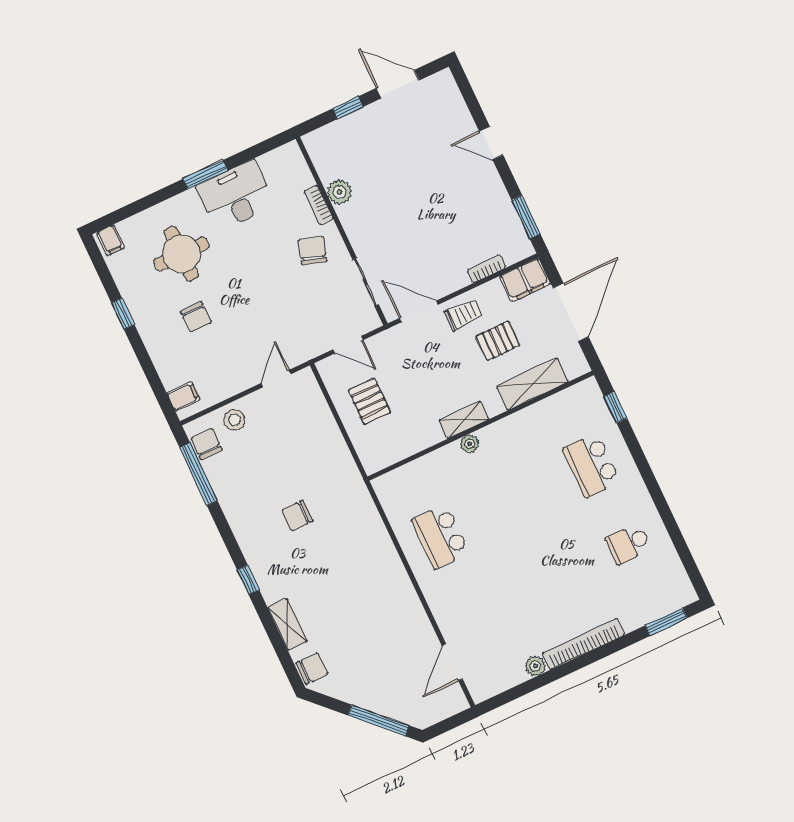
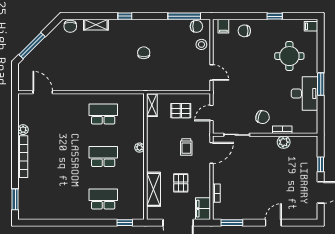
trolley: (463, 315) -> (186, 147), moved
chair: (196, 317) -> (244, 31), moved
shelving: (464, 420) -> (152, 105), moved
school desk: (629, 544) -> (103, 157), moved, width x1.85

